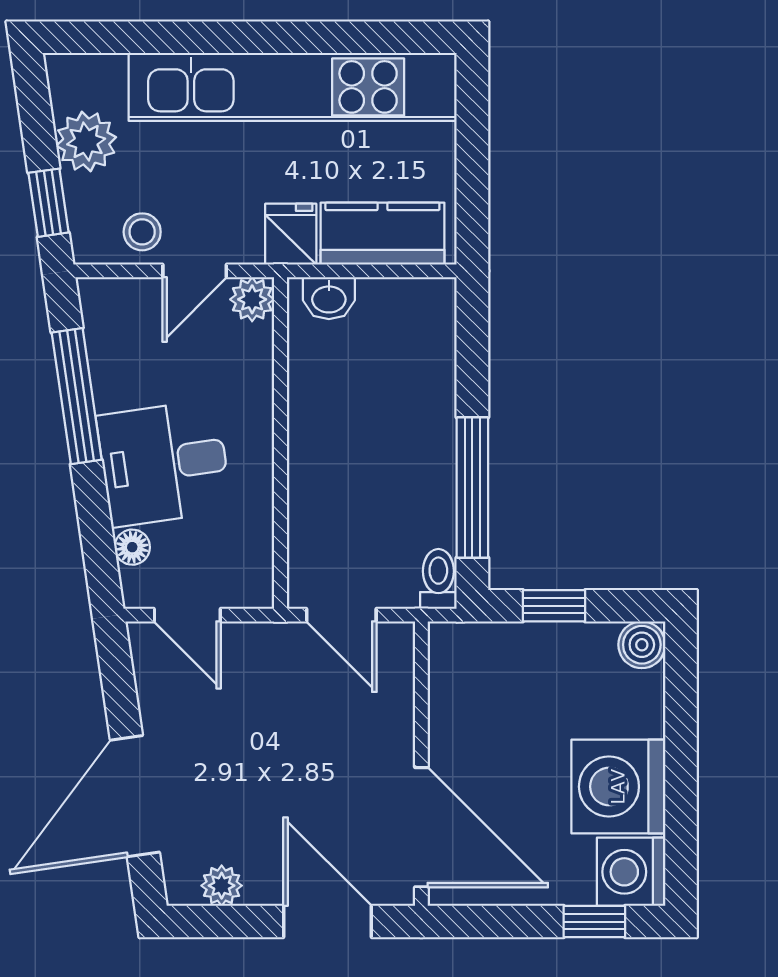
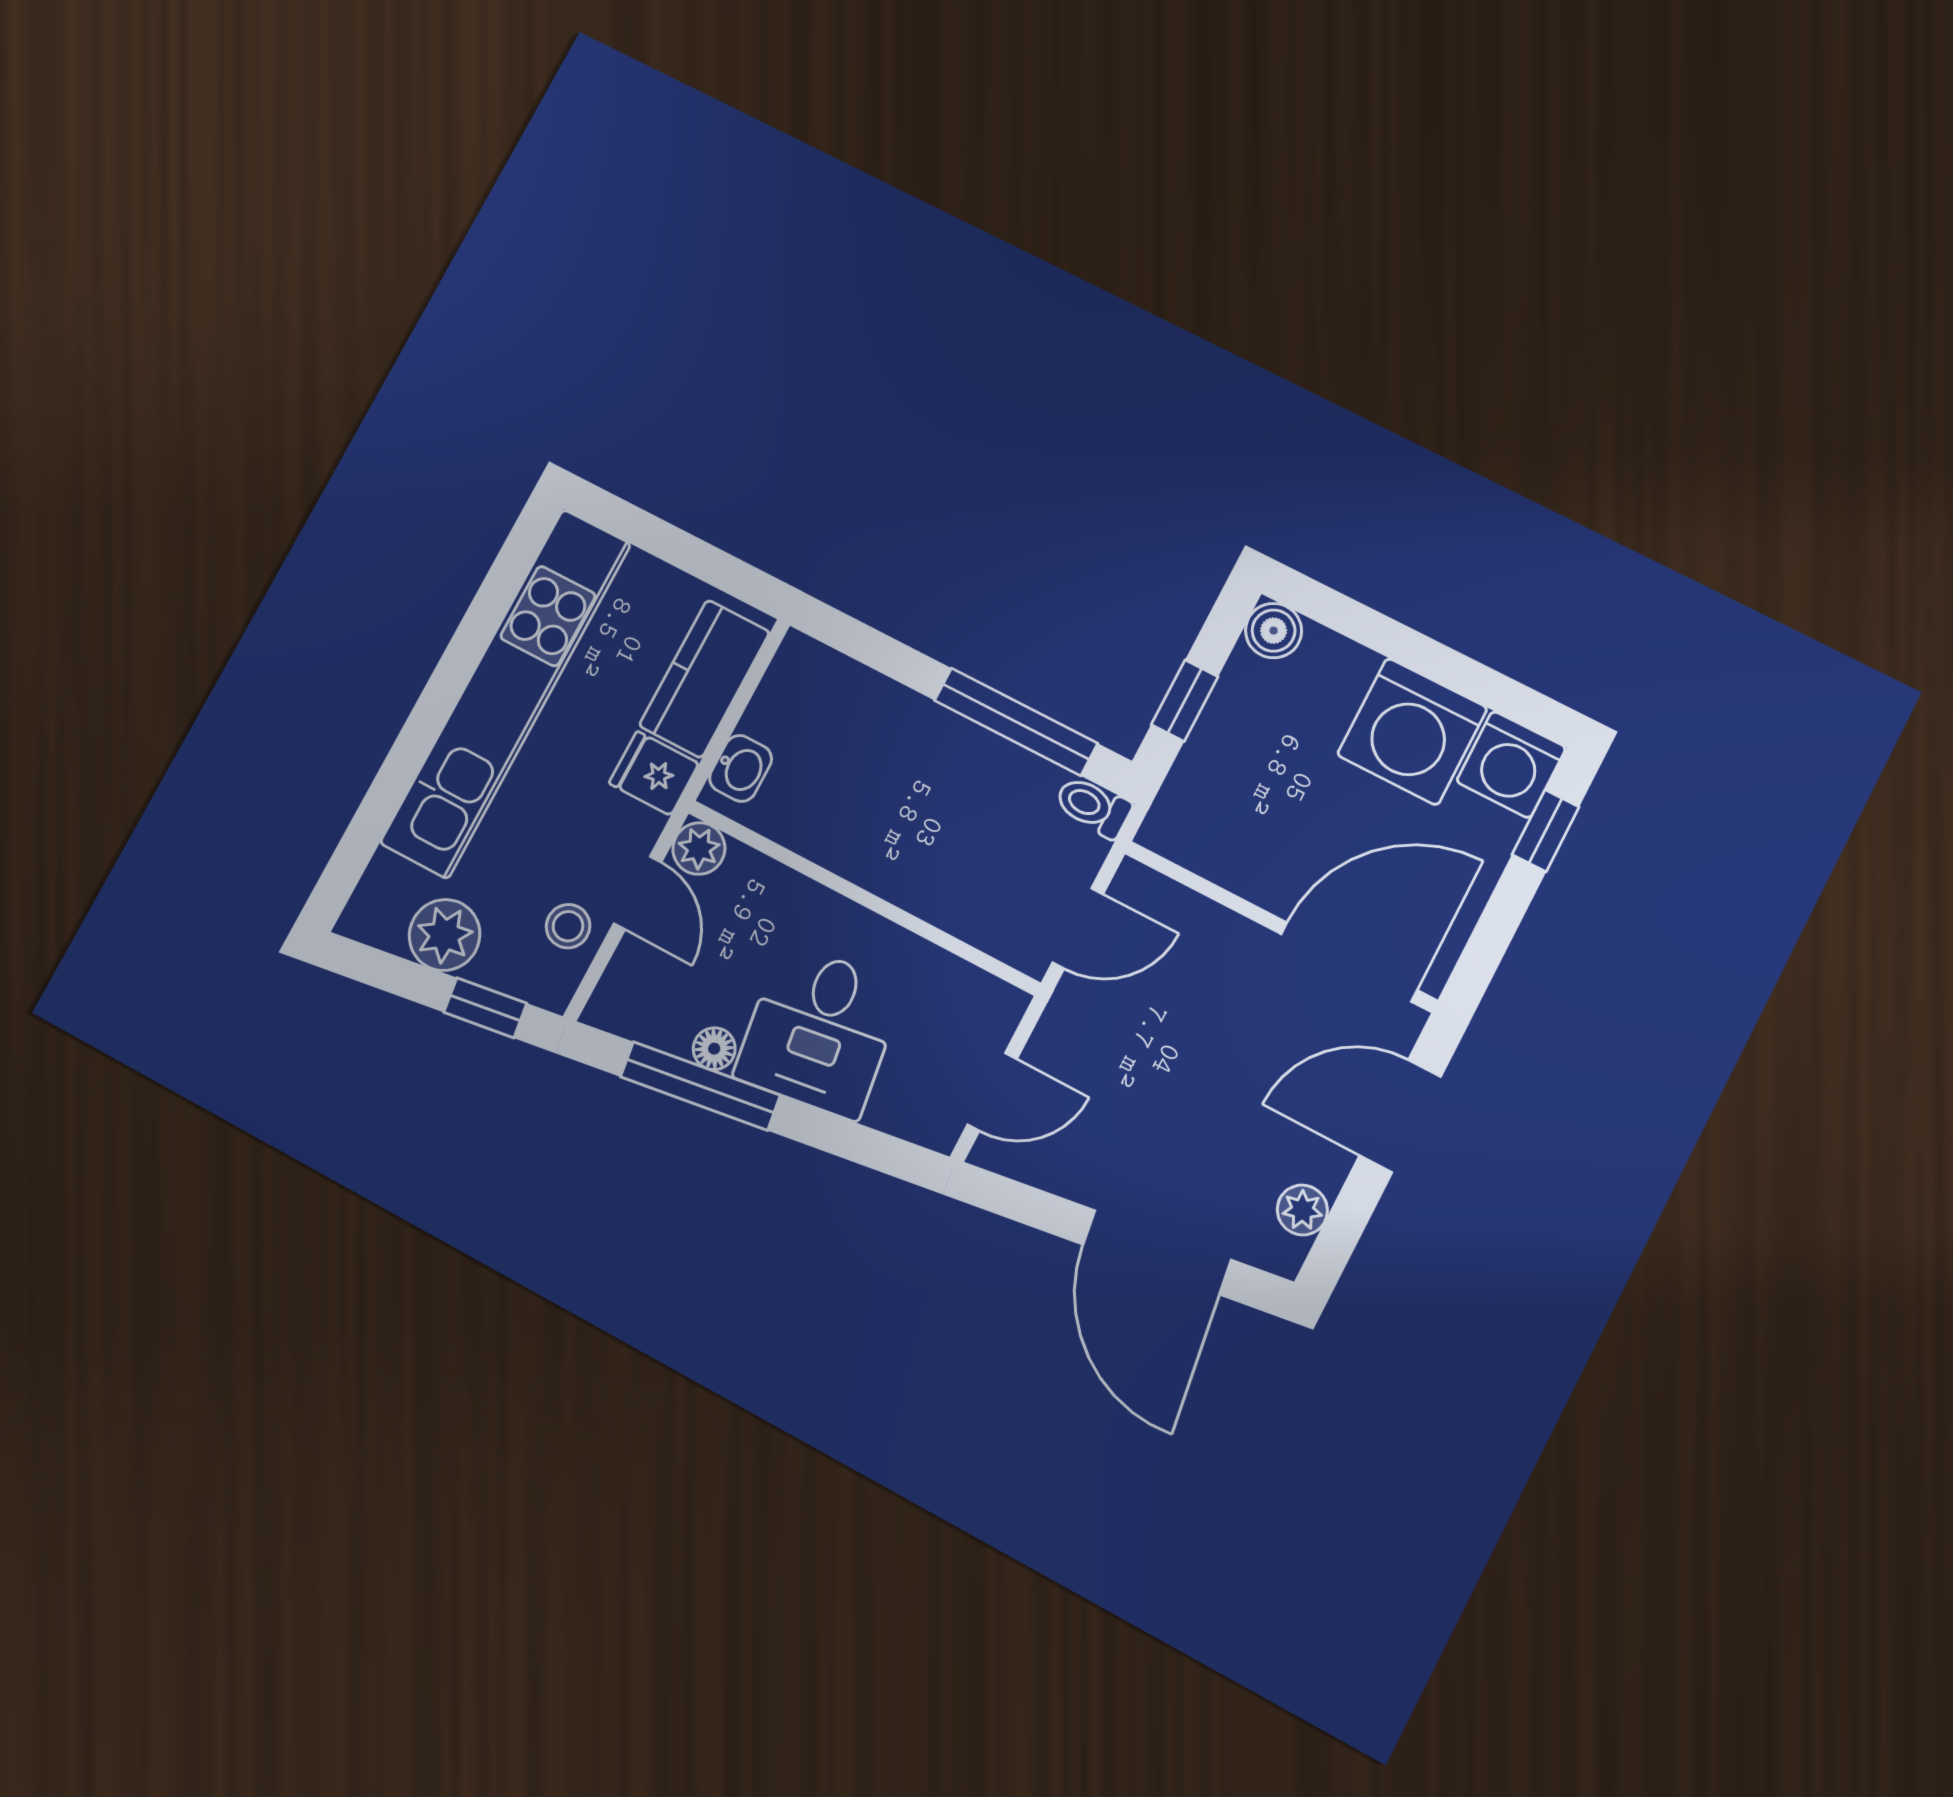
floor lamp: (132, 547) -> (714, 1049), moved

